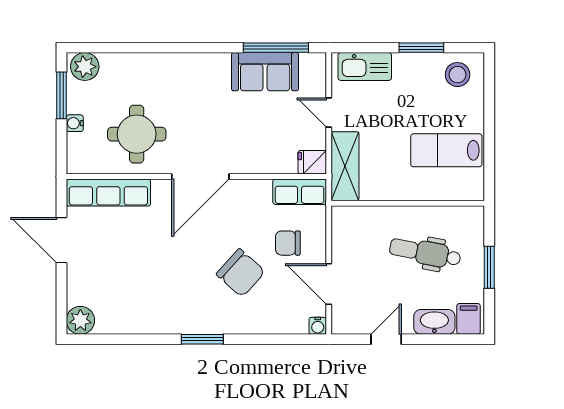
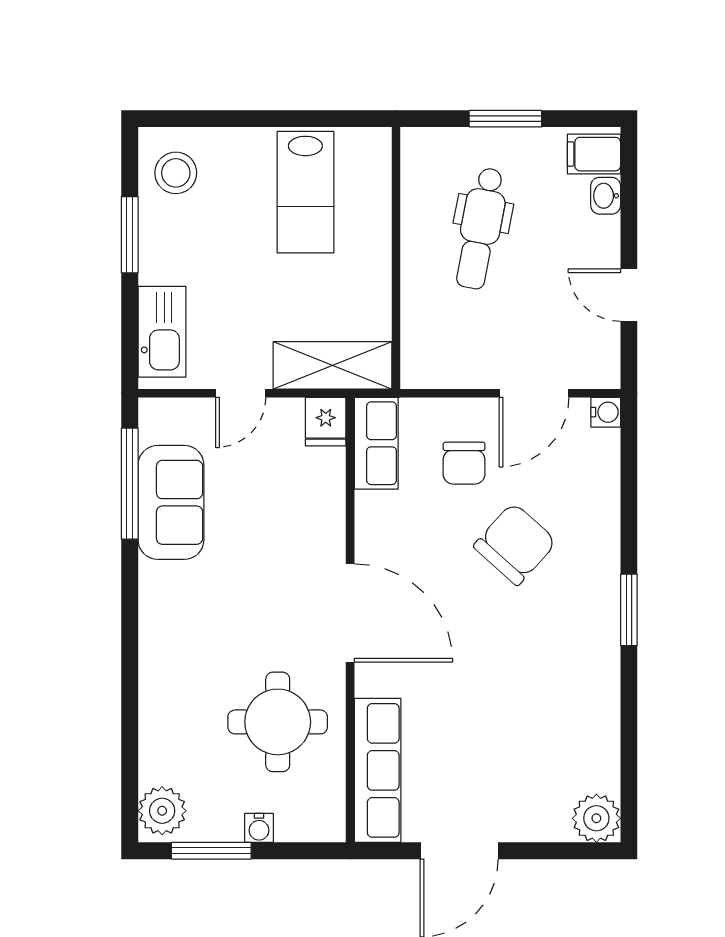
washbasin: (434, 322) -> (606, 196), width x0.52, depth x0.69

